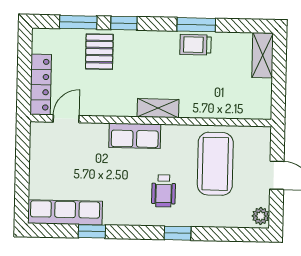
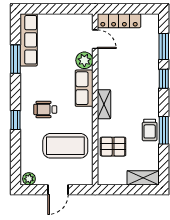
trolley: (196, 45) -> (150, 130), turned 180
pallet: (99, 52) -> (113, 147), moved
plant: (95, 134) -> (84, 60), added
window: (92, 231) -> (15, 59), width x1.50

